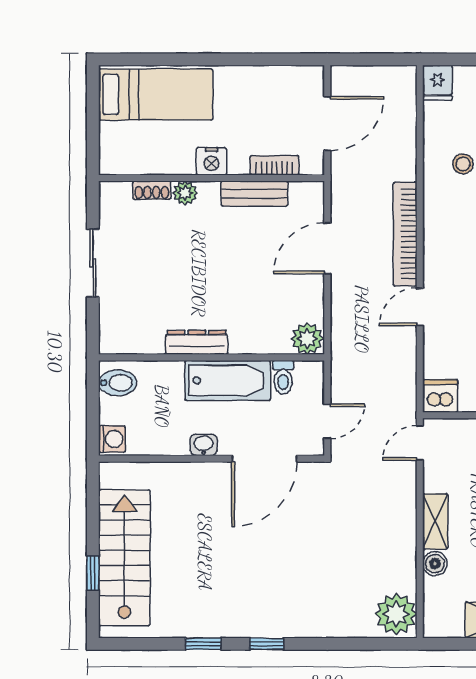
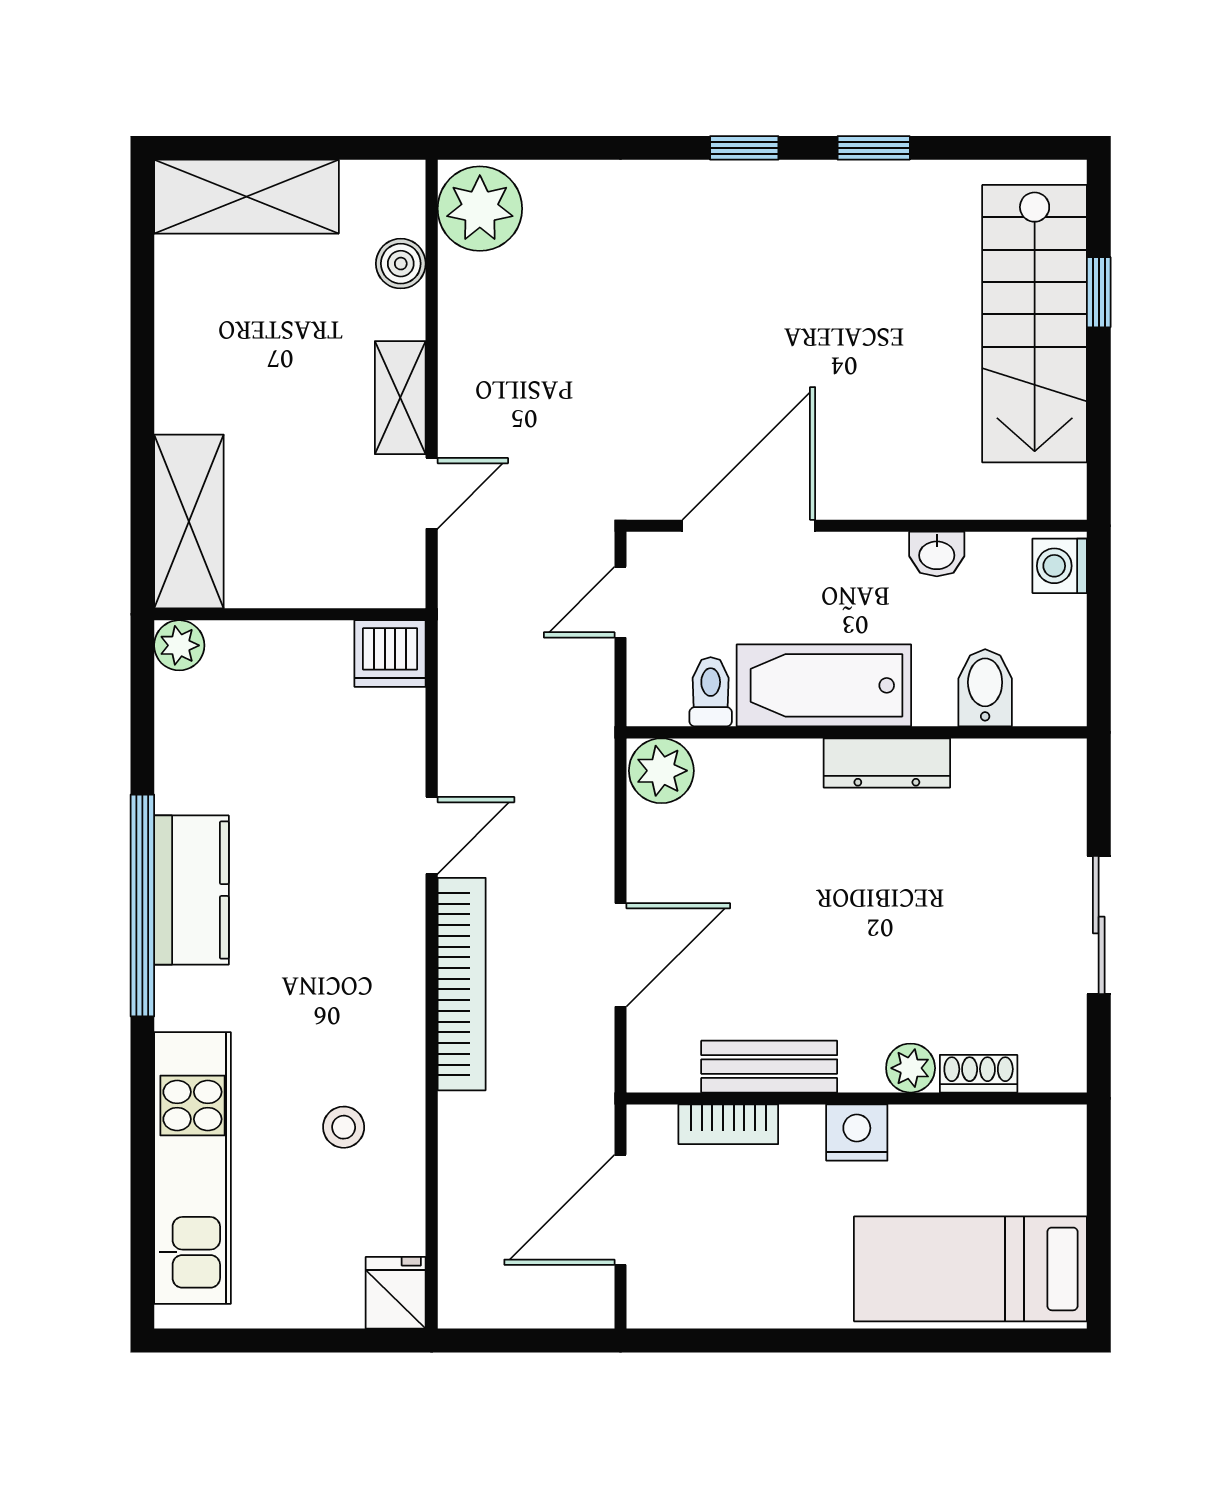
bidet: (118, 383) -> (985, 688), moved, turned 90
door: (420, 443) -> (432, 493), moved
washbasin: (204, 445) -> (937, 554), moved
boiler: (435, 564) -> (401, 264), moved

